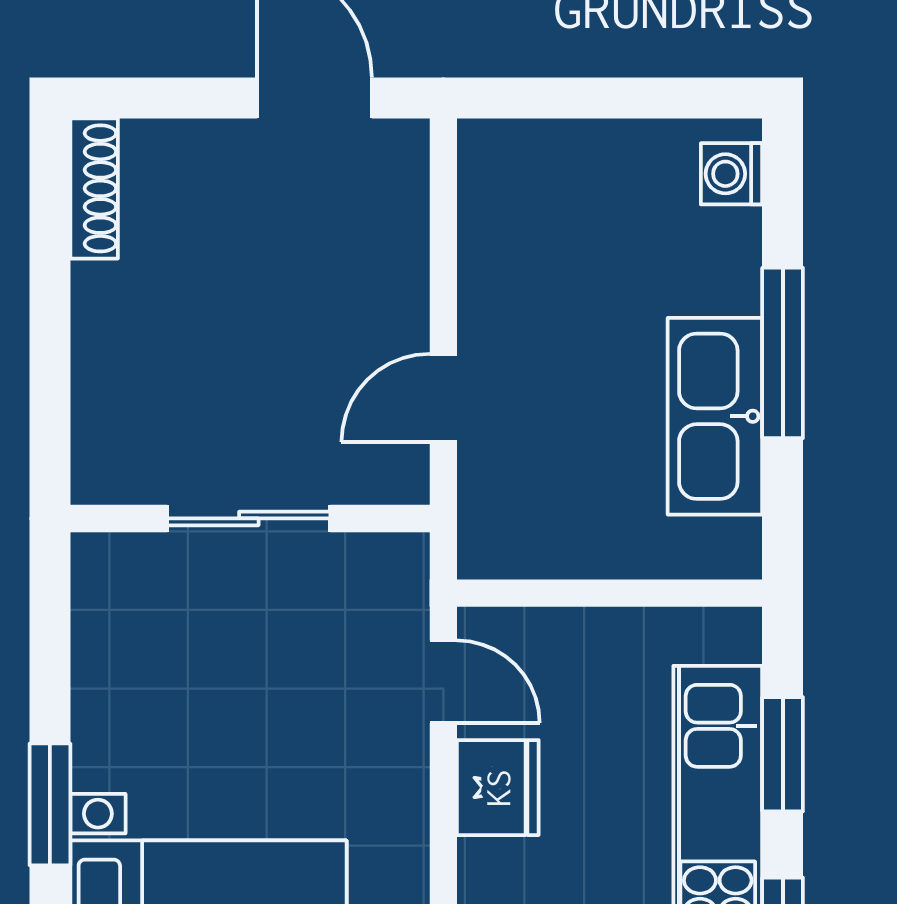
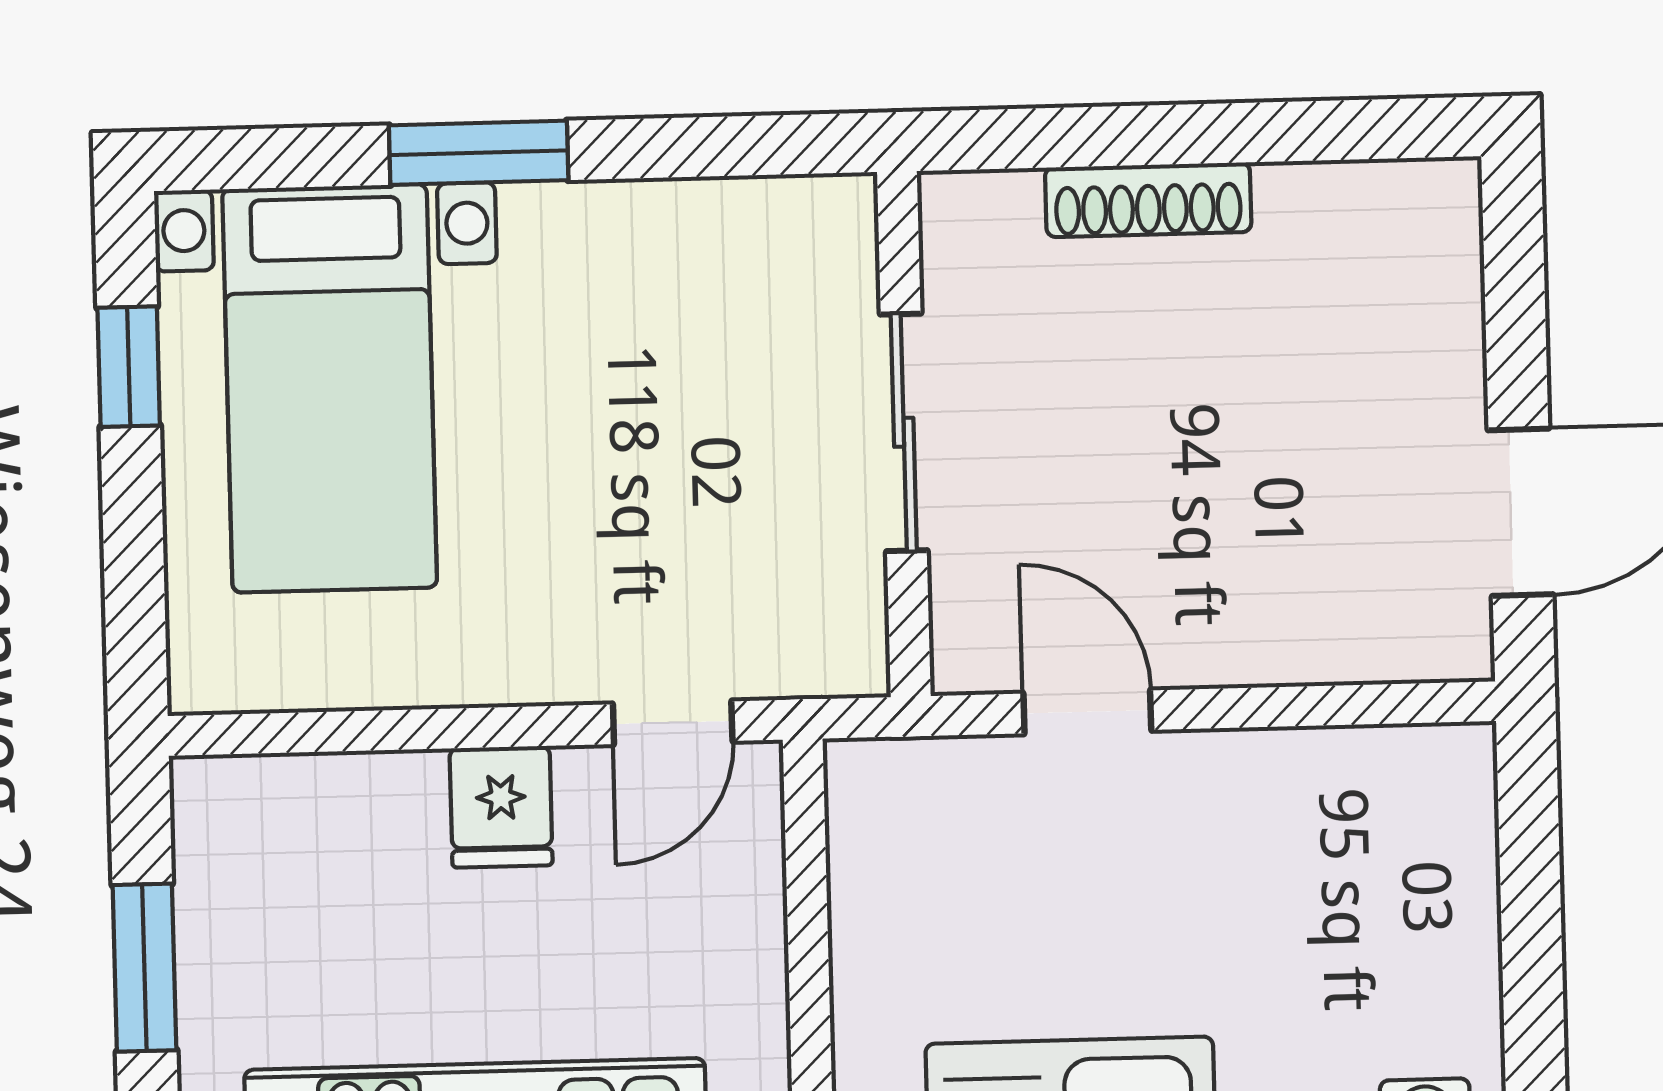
shoe rack: (94, 188) -> (1148, 200), moved
fridge: (498, 788) -> (501, 807), width x0.72

